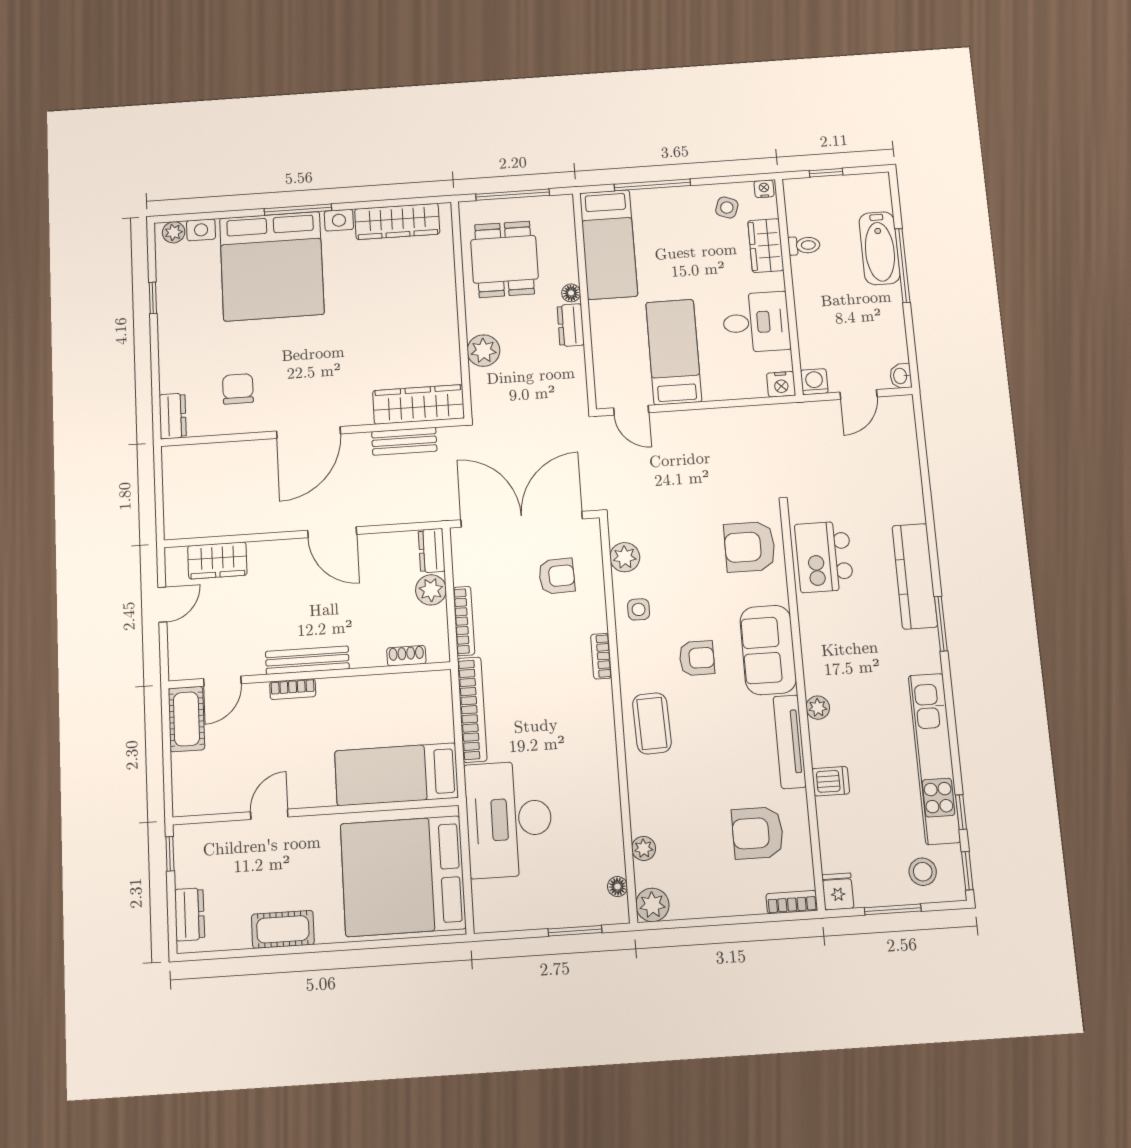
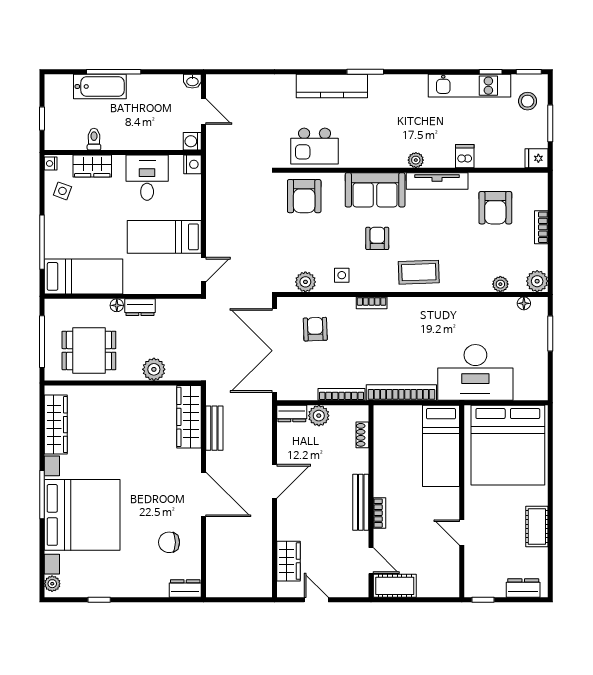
kitchen unit: (934, 759) -> (470, 86), width x0.73
bookcase: (792, 902) -> (541, 227), moved

